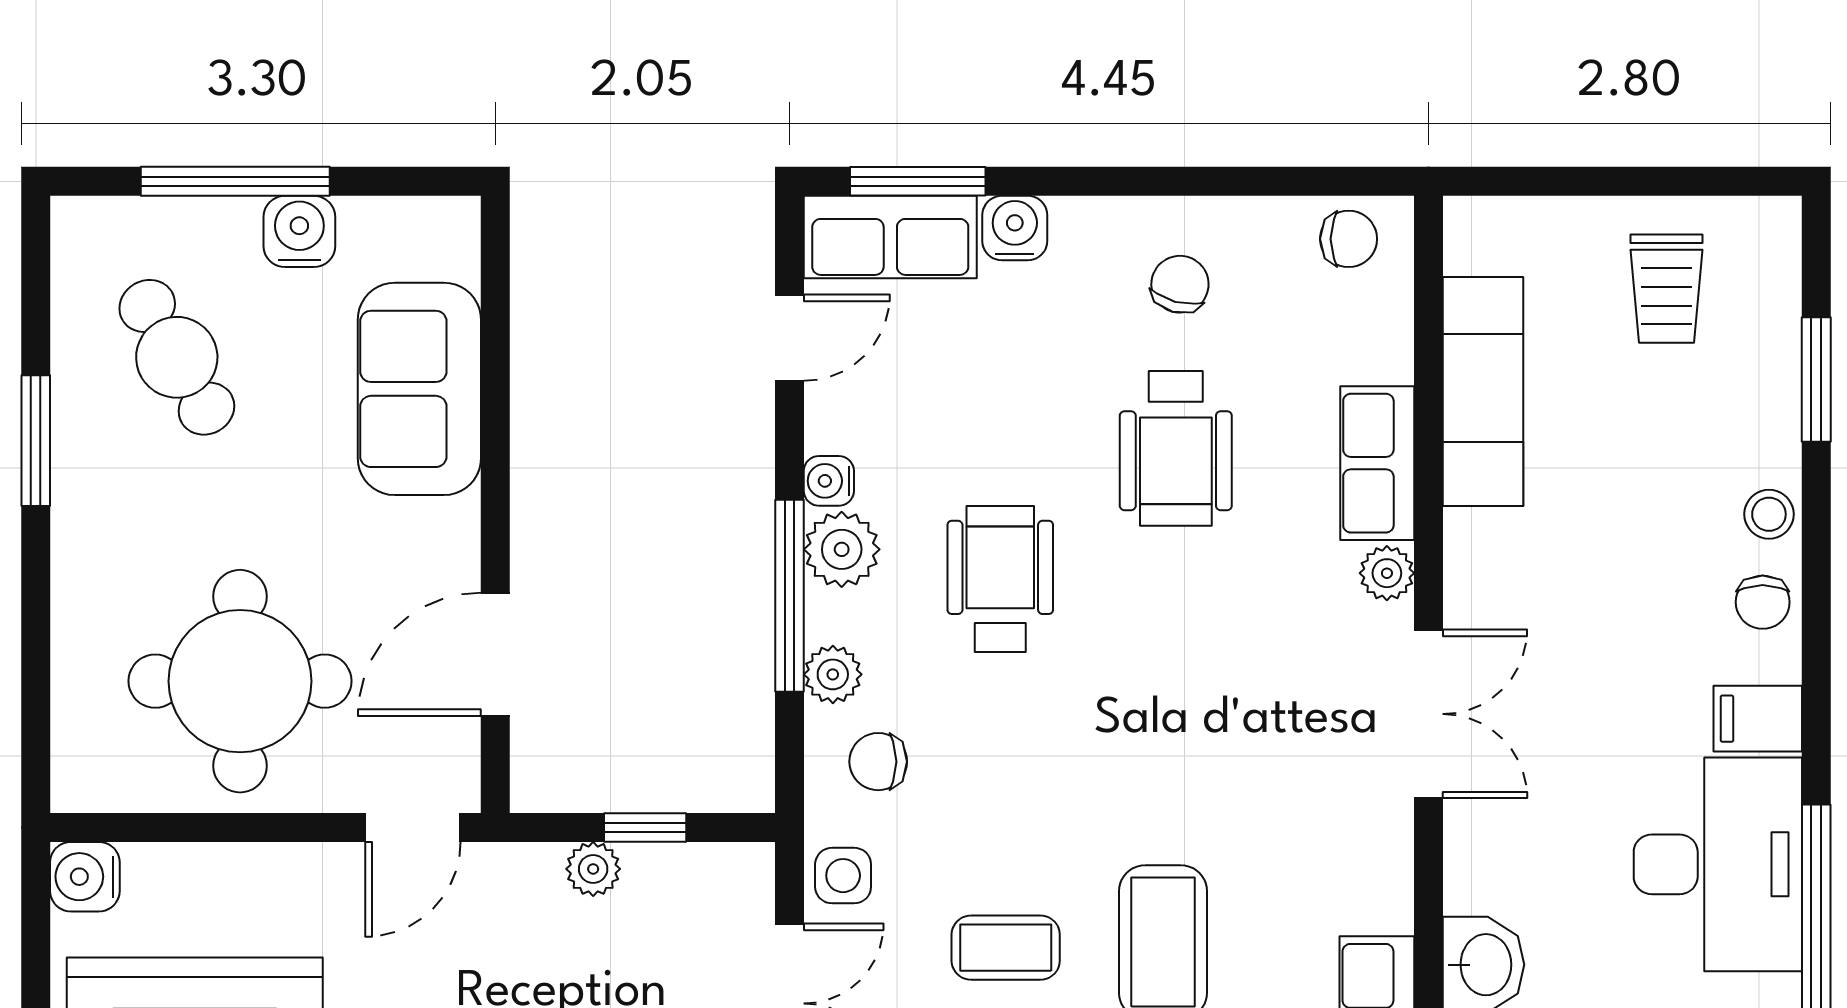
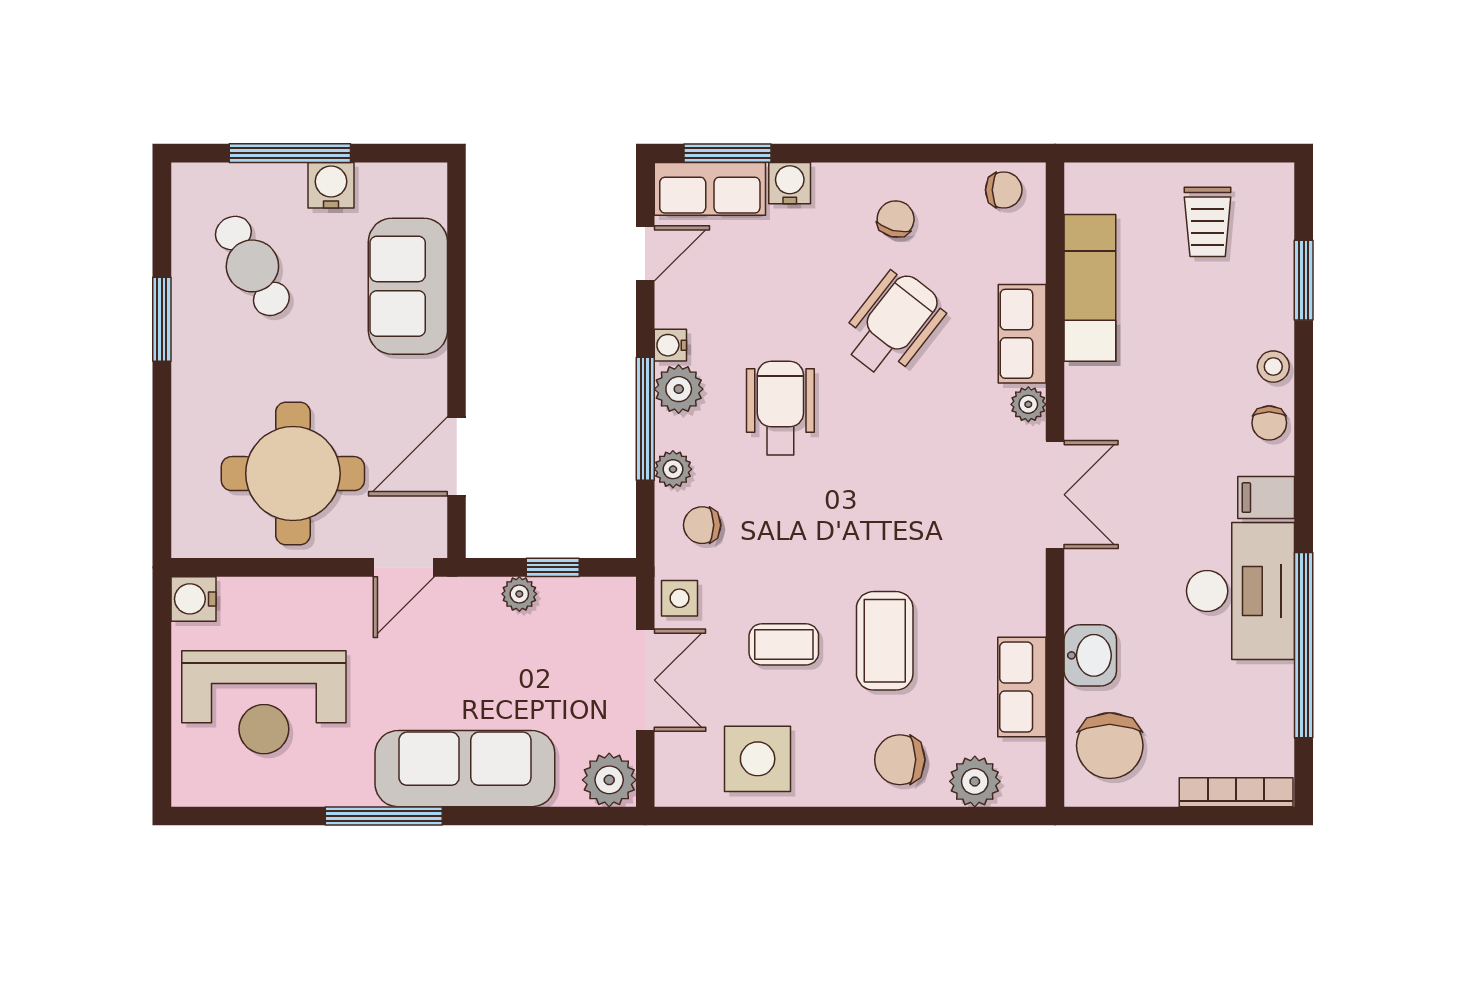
wheelchair: (1176, 448) -> (893, 324), turned -142

